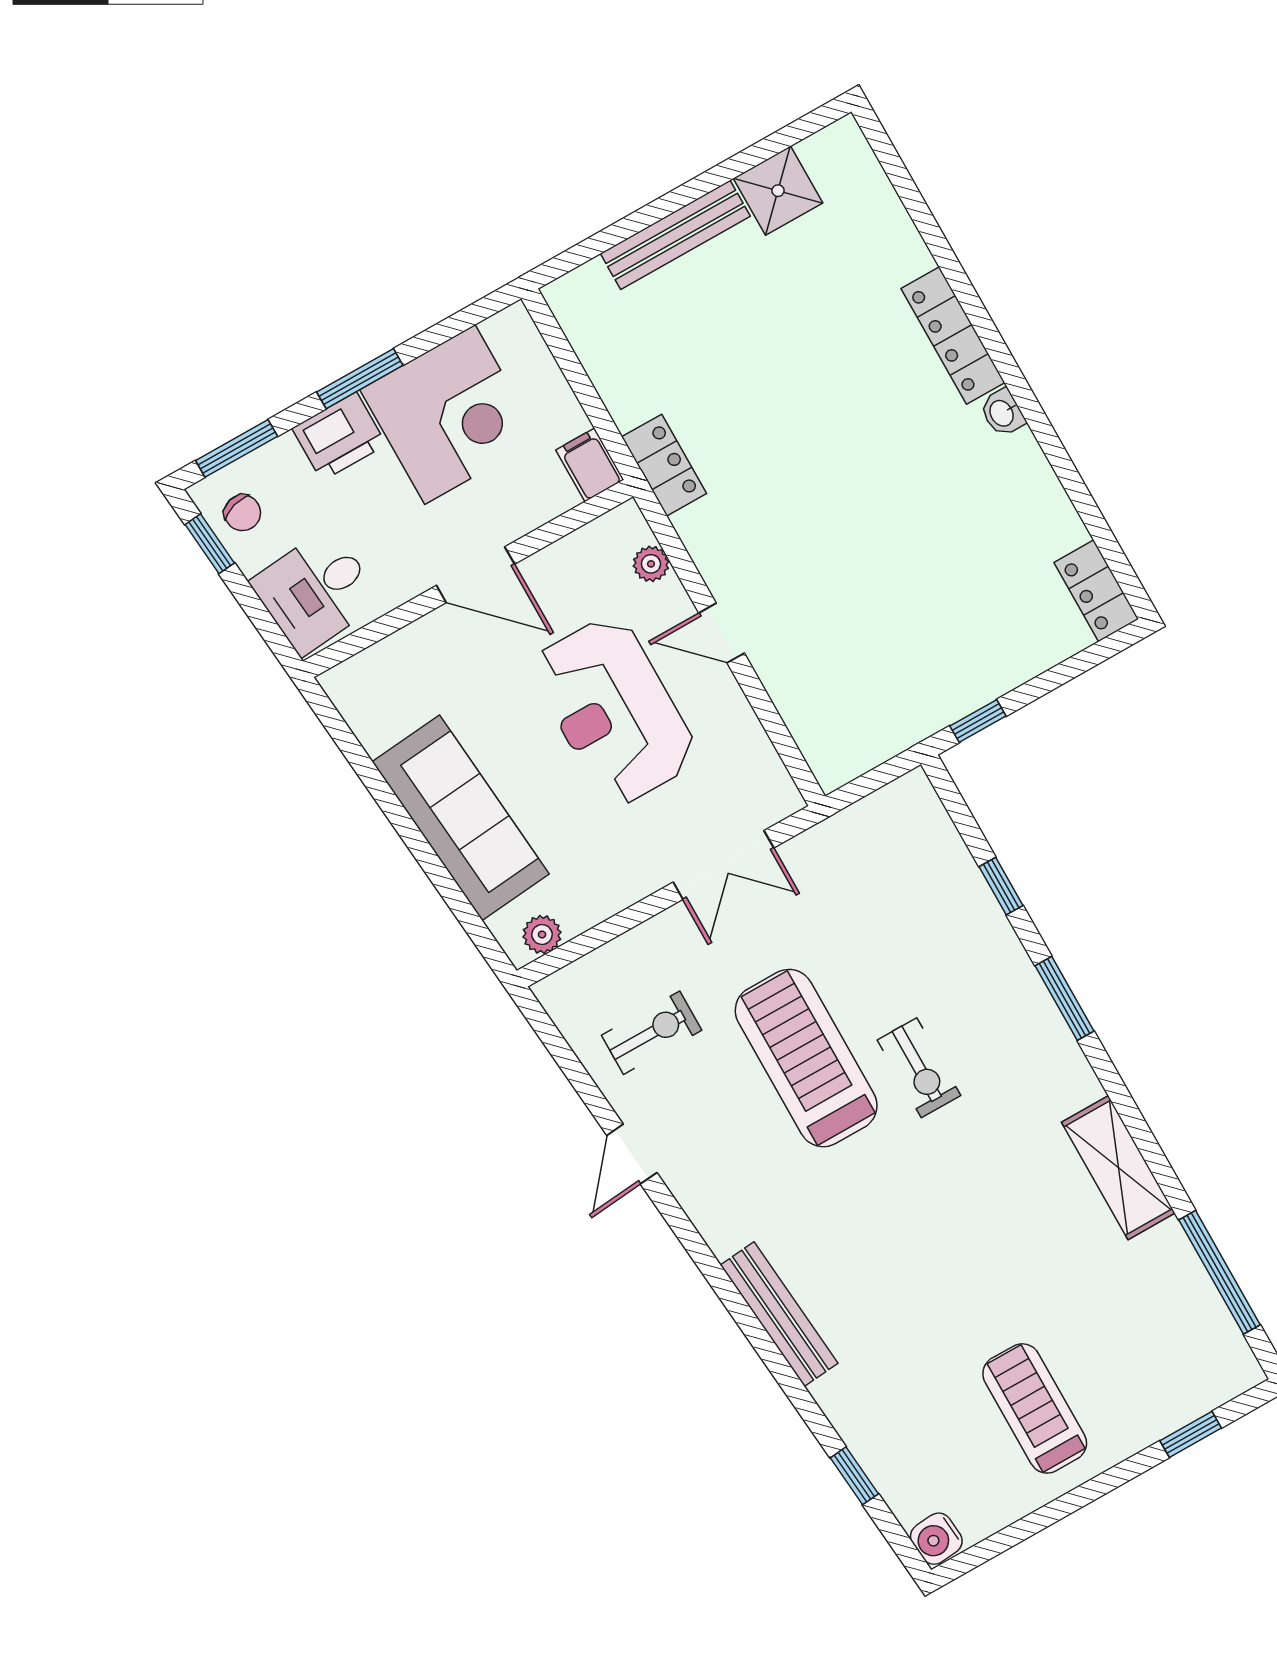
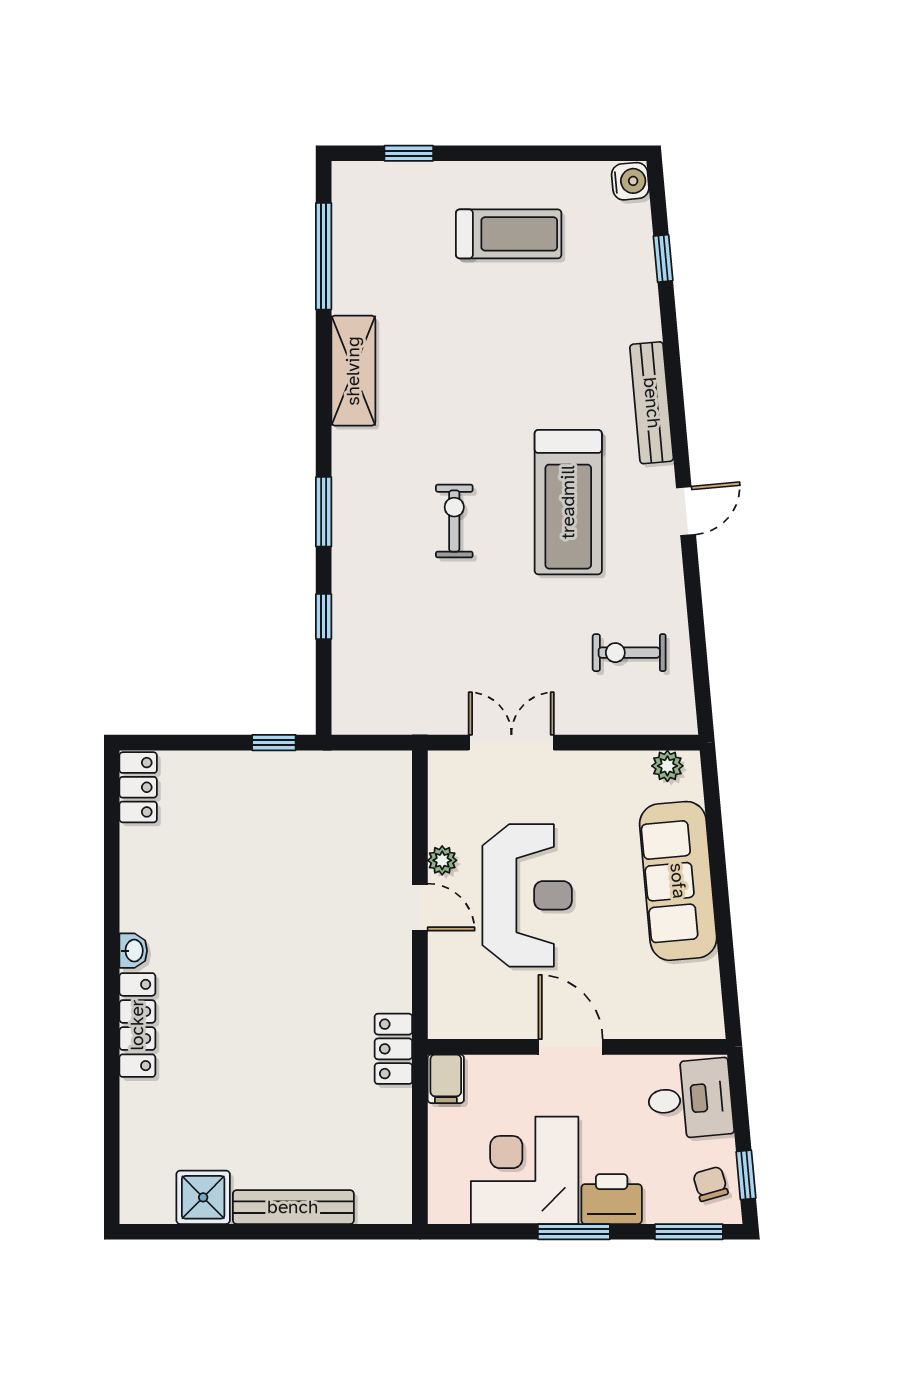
plant: (651, 564) -> (442, 860), moved
treadmill: (806, 1058) -> (568, 502), moved
door: (632, 1154) -> (686, 511), moved
treadmill: (1035, 1408) -> (509, 234), turned -90

